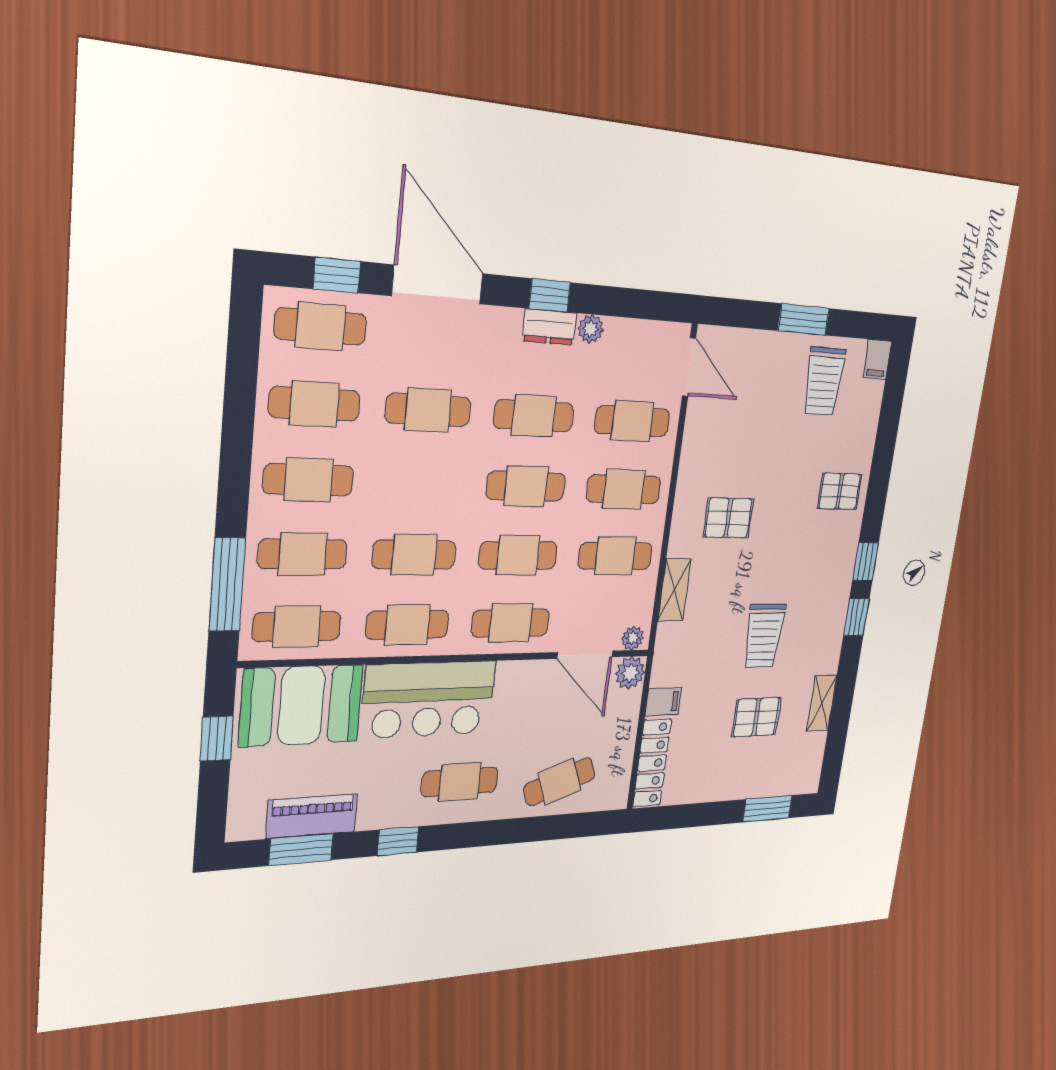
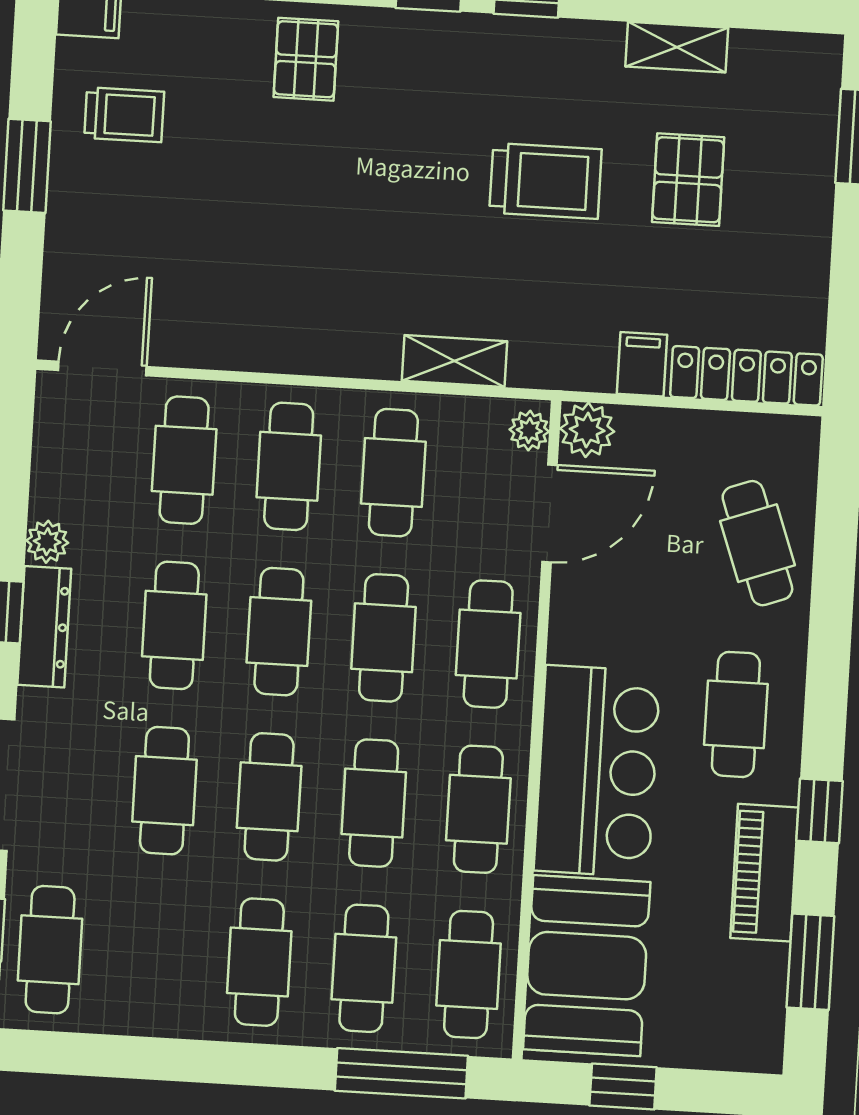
dresser: (550, 327) -> (44, 627), width x1.44
trolley: (824, 381) -> (124, 115), width x0.73, depth x0.72
cafe table: (314, 404) -> (269, 797), moved
pallet: (728, 518) -> (342, 272), removed
piano: (312, 816) -> (764, 873), moved

